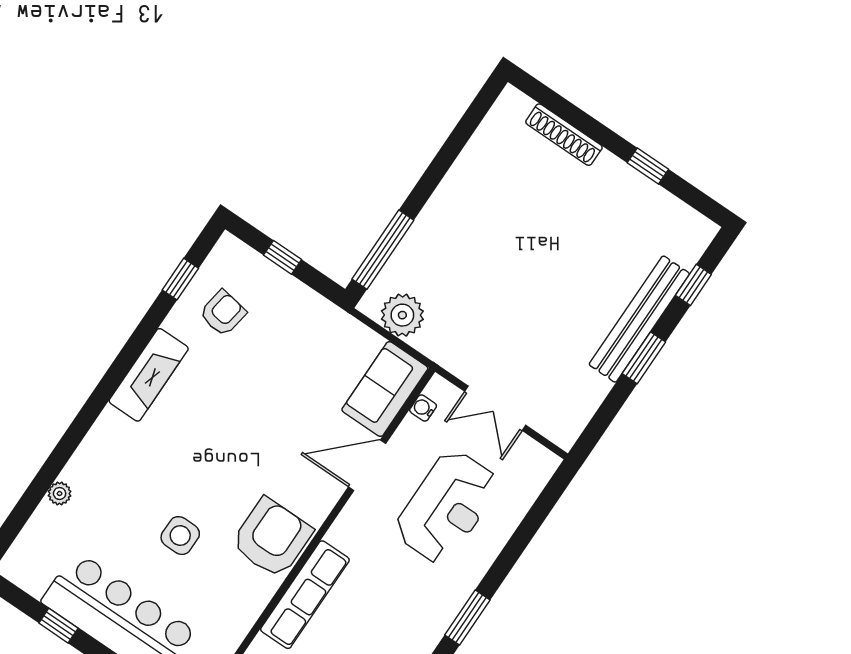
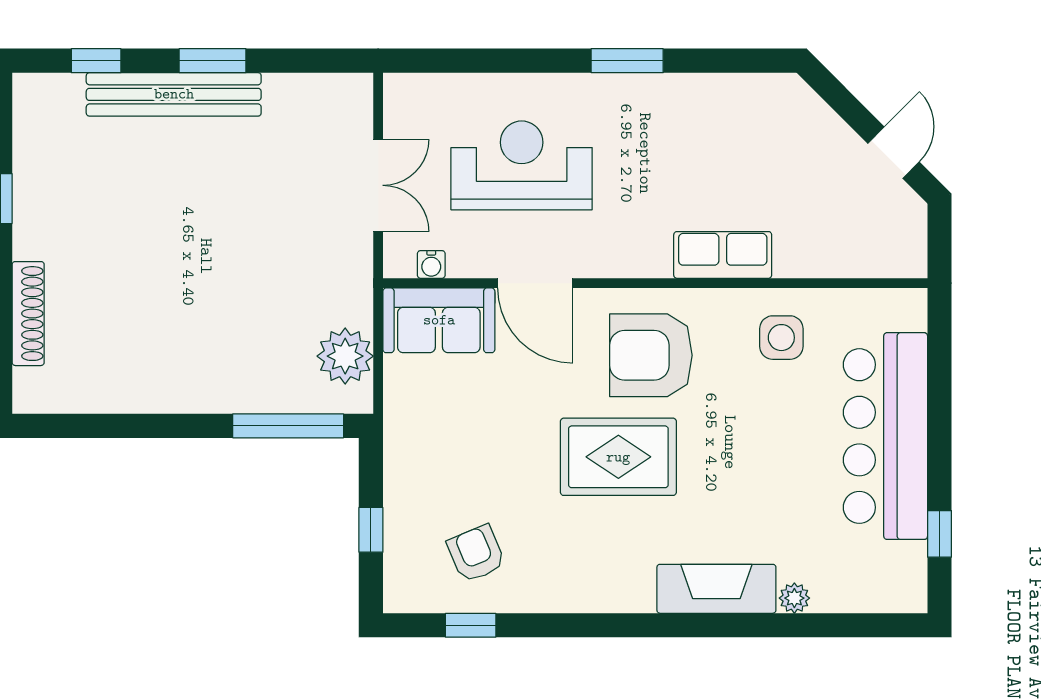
armchair: (223, 313) -> (476, 554), turned 58
fireplace: (149, 375) -> (716, 589), moved
rug: (223, 443) -> (618, 457), added
side table: (180, 536) -> (781, 338), moved
armchair: (272, 538) -> (651, 355), moved
row of seats: (305, 595) -> (723, 255), width x0.68
window: (58, 626) -> (939, 534), moved

